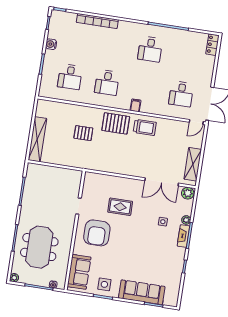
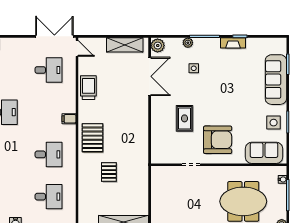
trolley: (145, 127) -> (88, 88), moved
fireplace: (183, 236) -> (233, 43), moved

